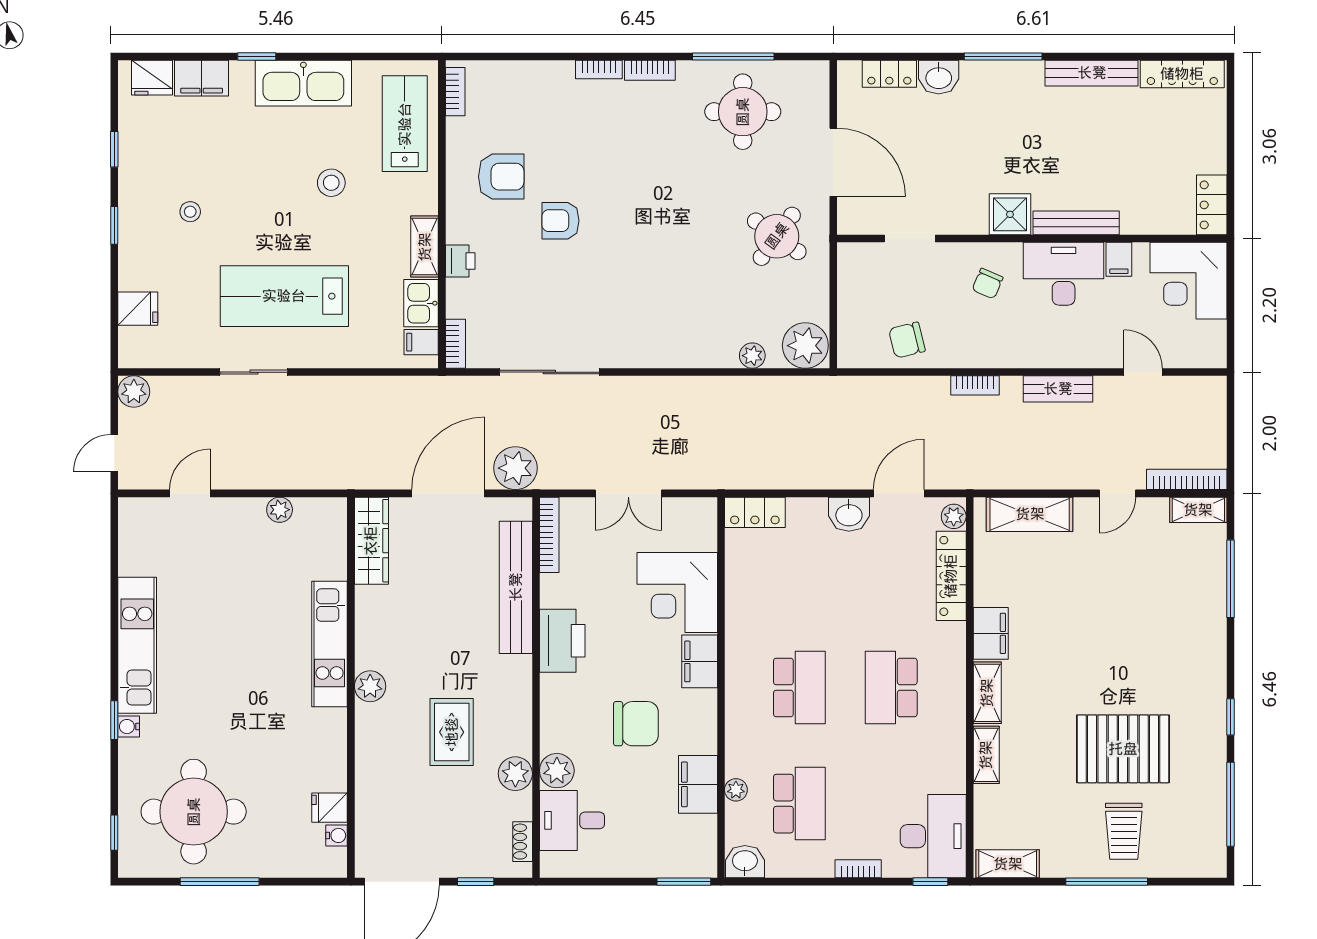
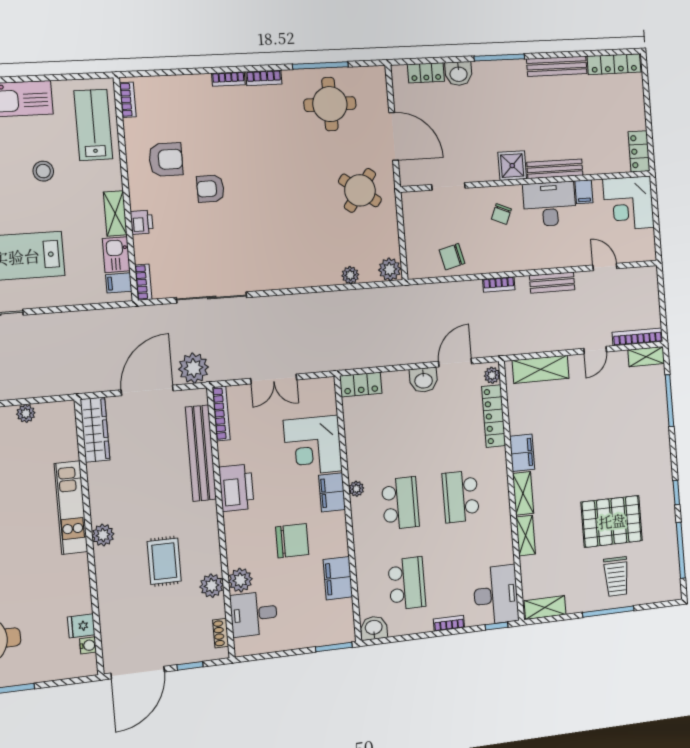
plant: (805, 346) -> (390, 269), width x0.73, depth x0.73
plant: (736, 790) -> (356, 489), moved

